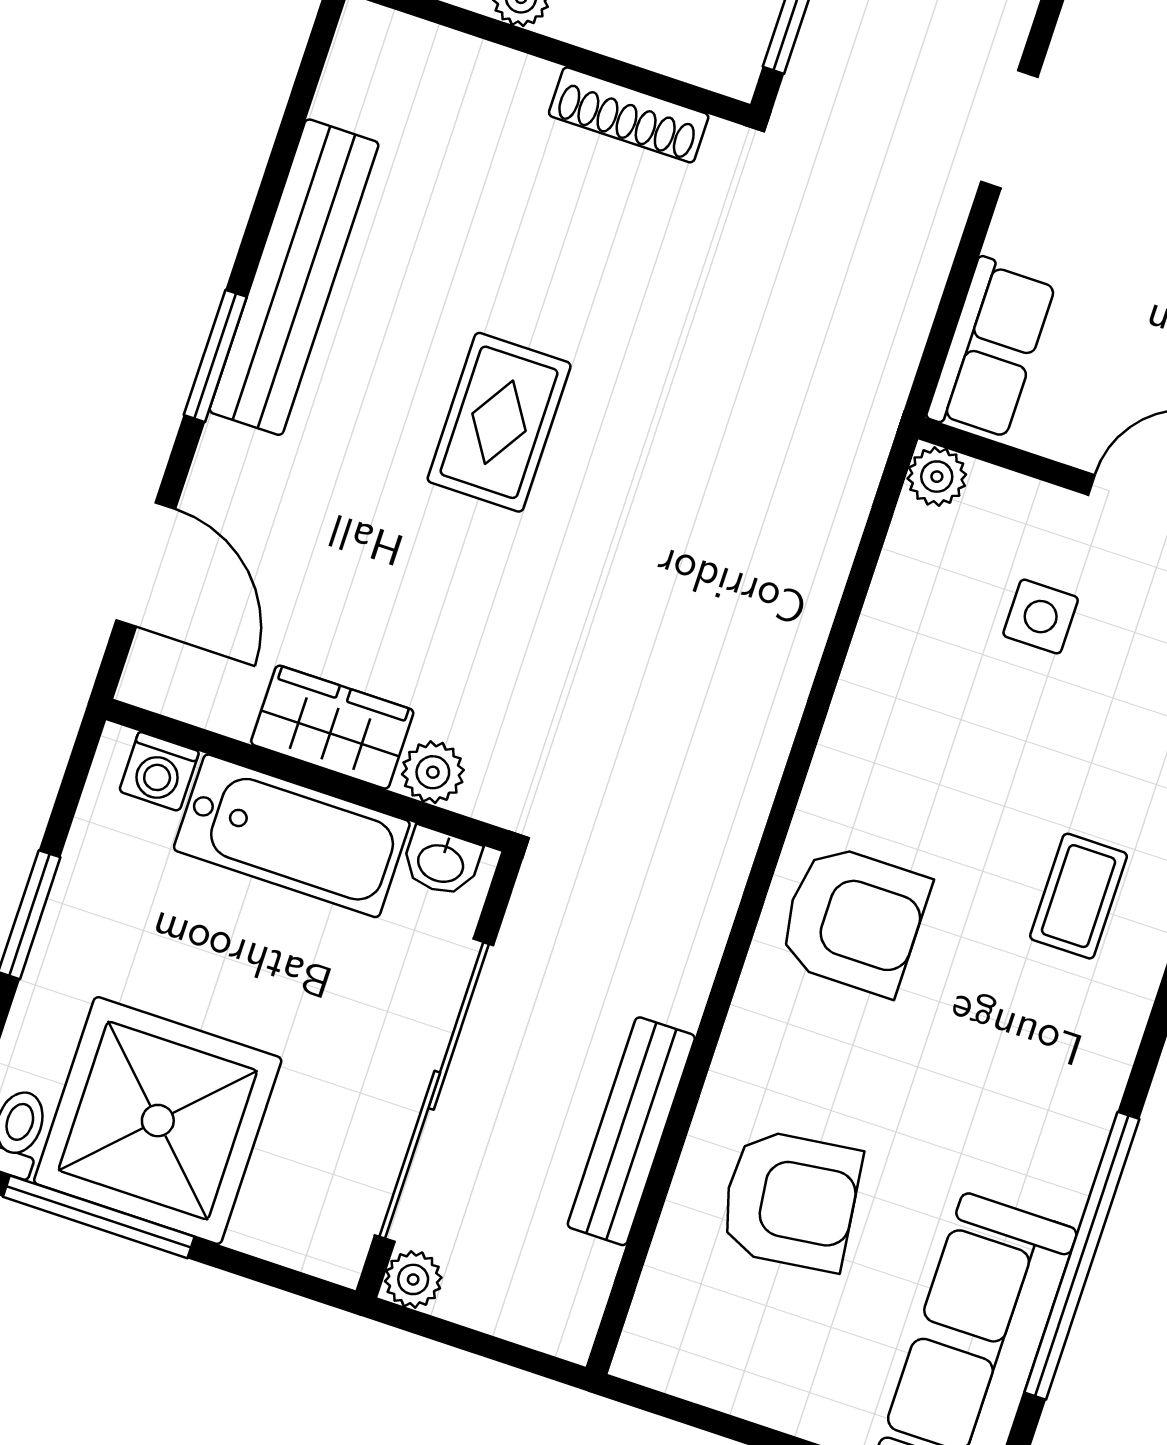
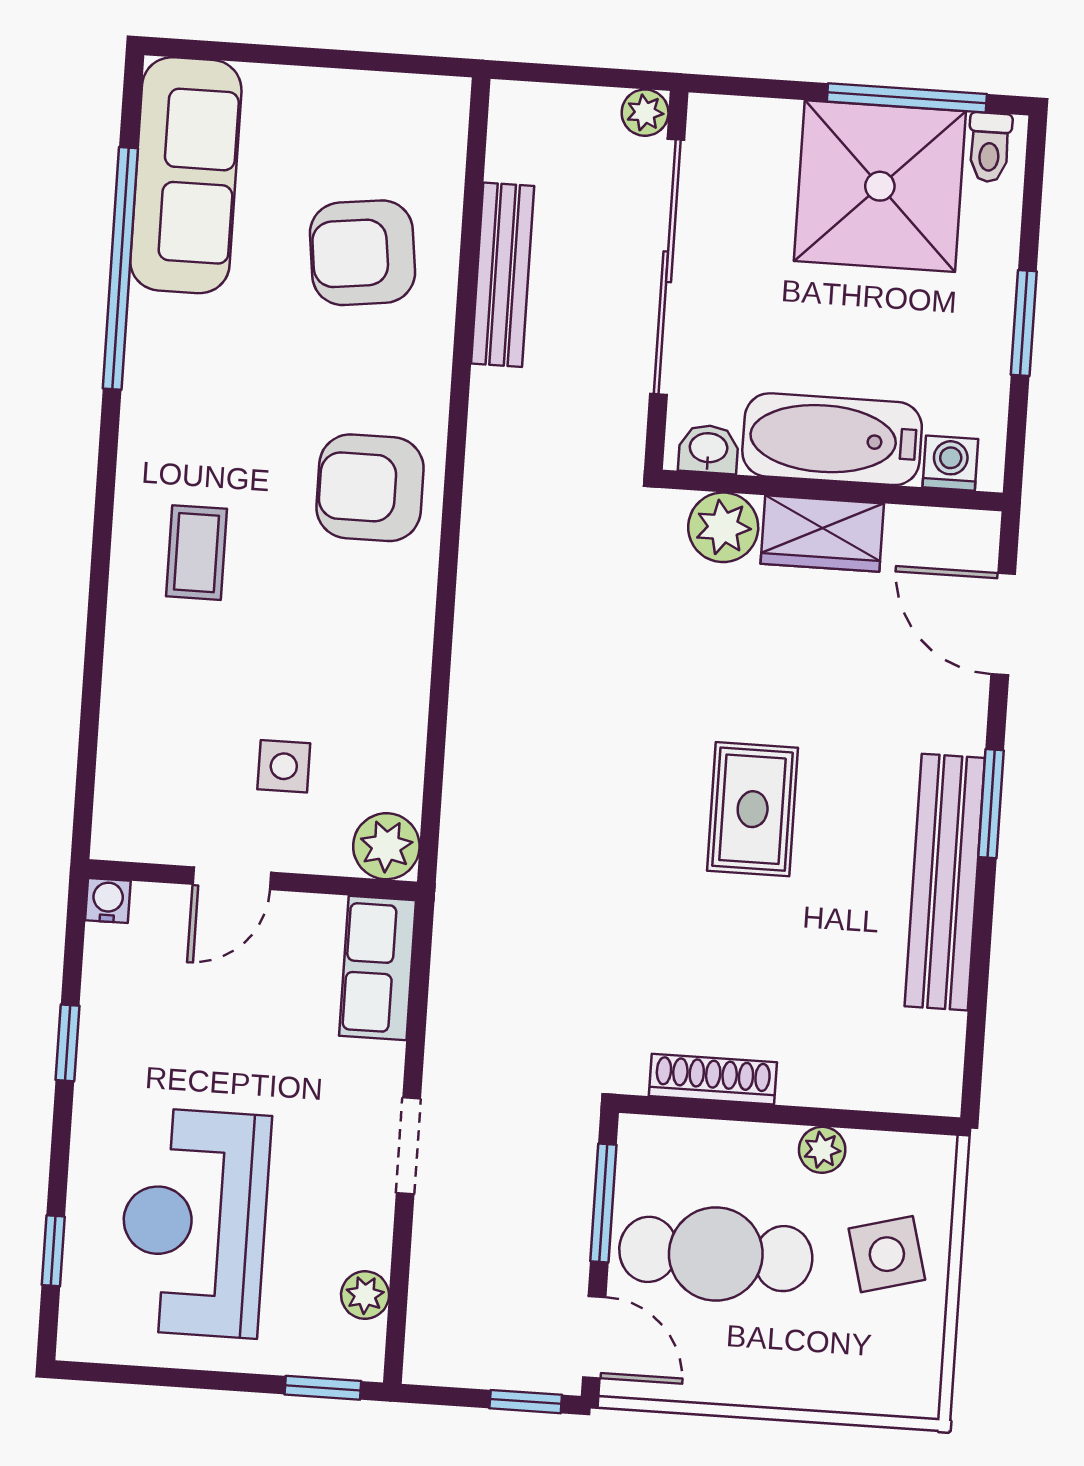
plant: (937, 477) -> (386, 846), width x1.38, depth x1.38
plant: (433, 772) -> (723, 527), width x1.38, depth x1.38

